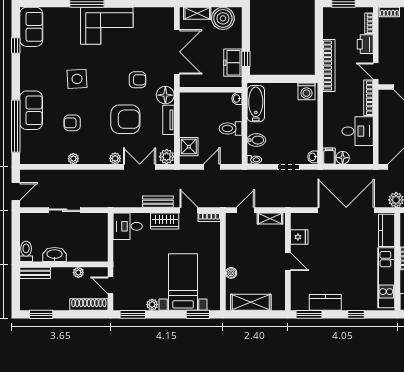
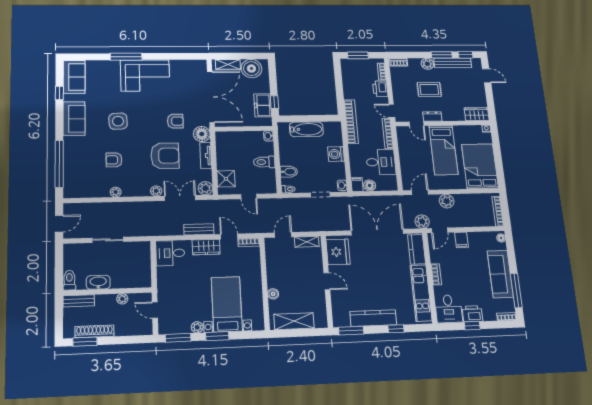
double door: (177, 52) -> (211, 97), width x1.36
bookcase: (329, 65) -> (351, 122), moved
washing machine: (306, 91) -> (336, 154), moved, turned 90
bathtub: (256, 104) -> (306, 129), moved, turned 90
sofa: (31, 110) -> (74, 119), moved
door: (212, 167) -> (249, 196), swing flipped
fridge: (299, 237) -> (338, 252), width x1.88, depth x1.34
kitchen counter: (325, 302) -> (373, 318), width x1.50
shoe rack: (89, 304) -> (94, 331), moved
window: (198, 314) -> (217, 336), moved

